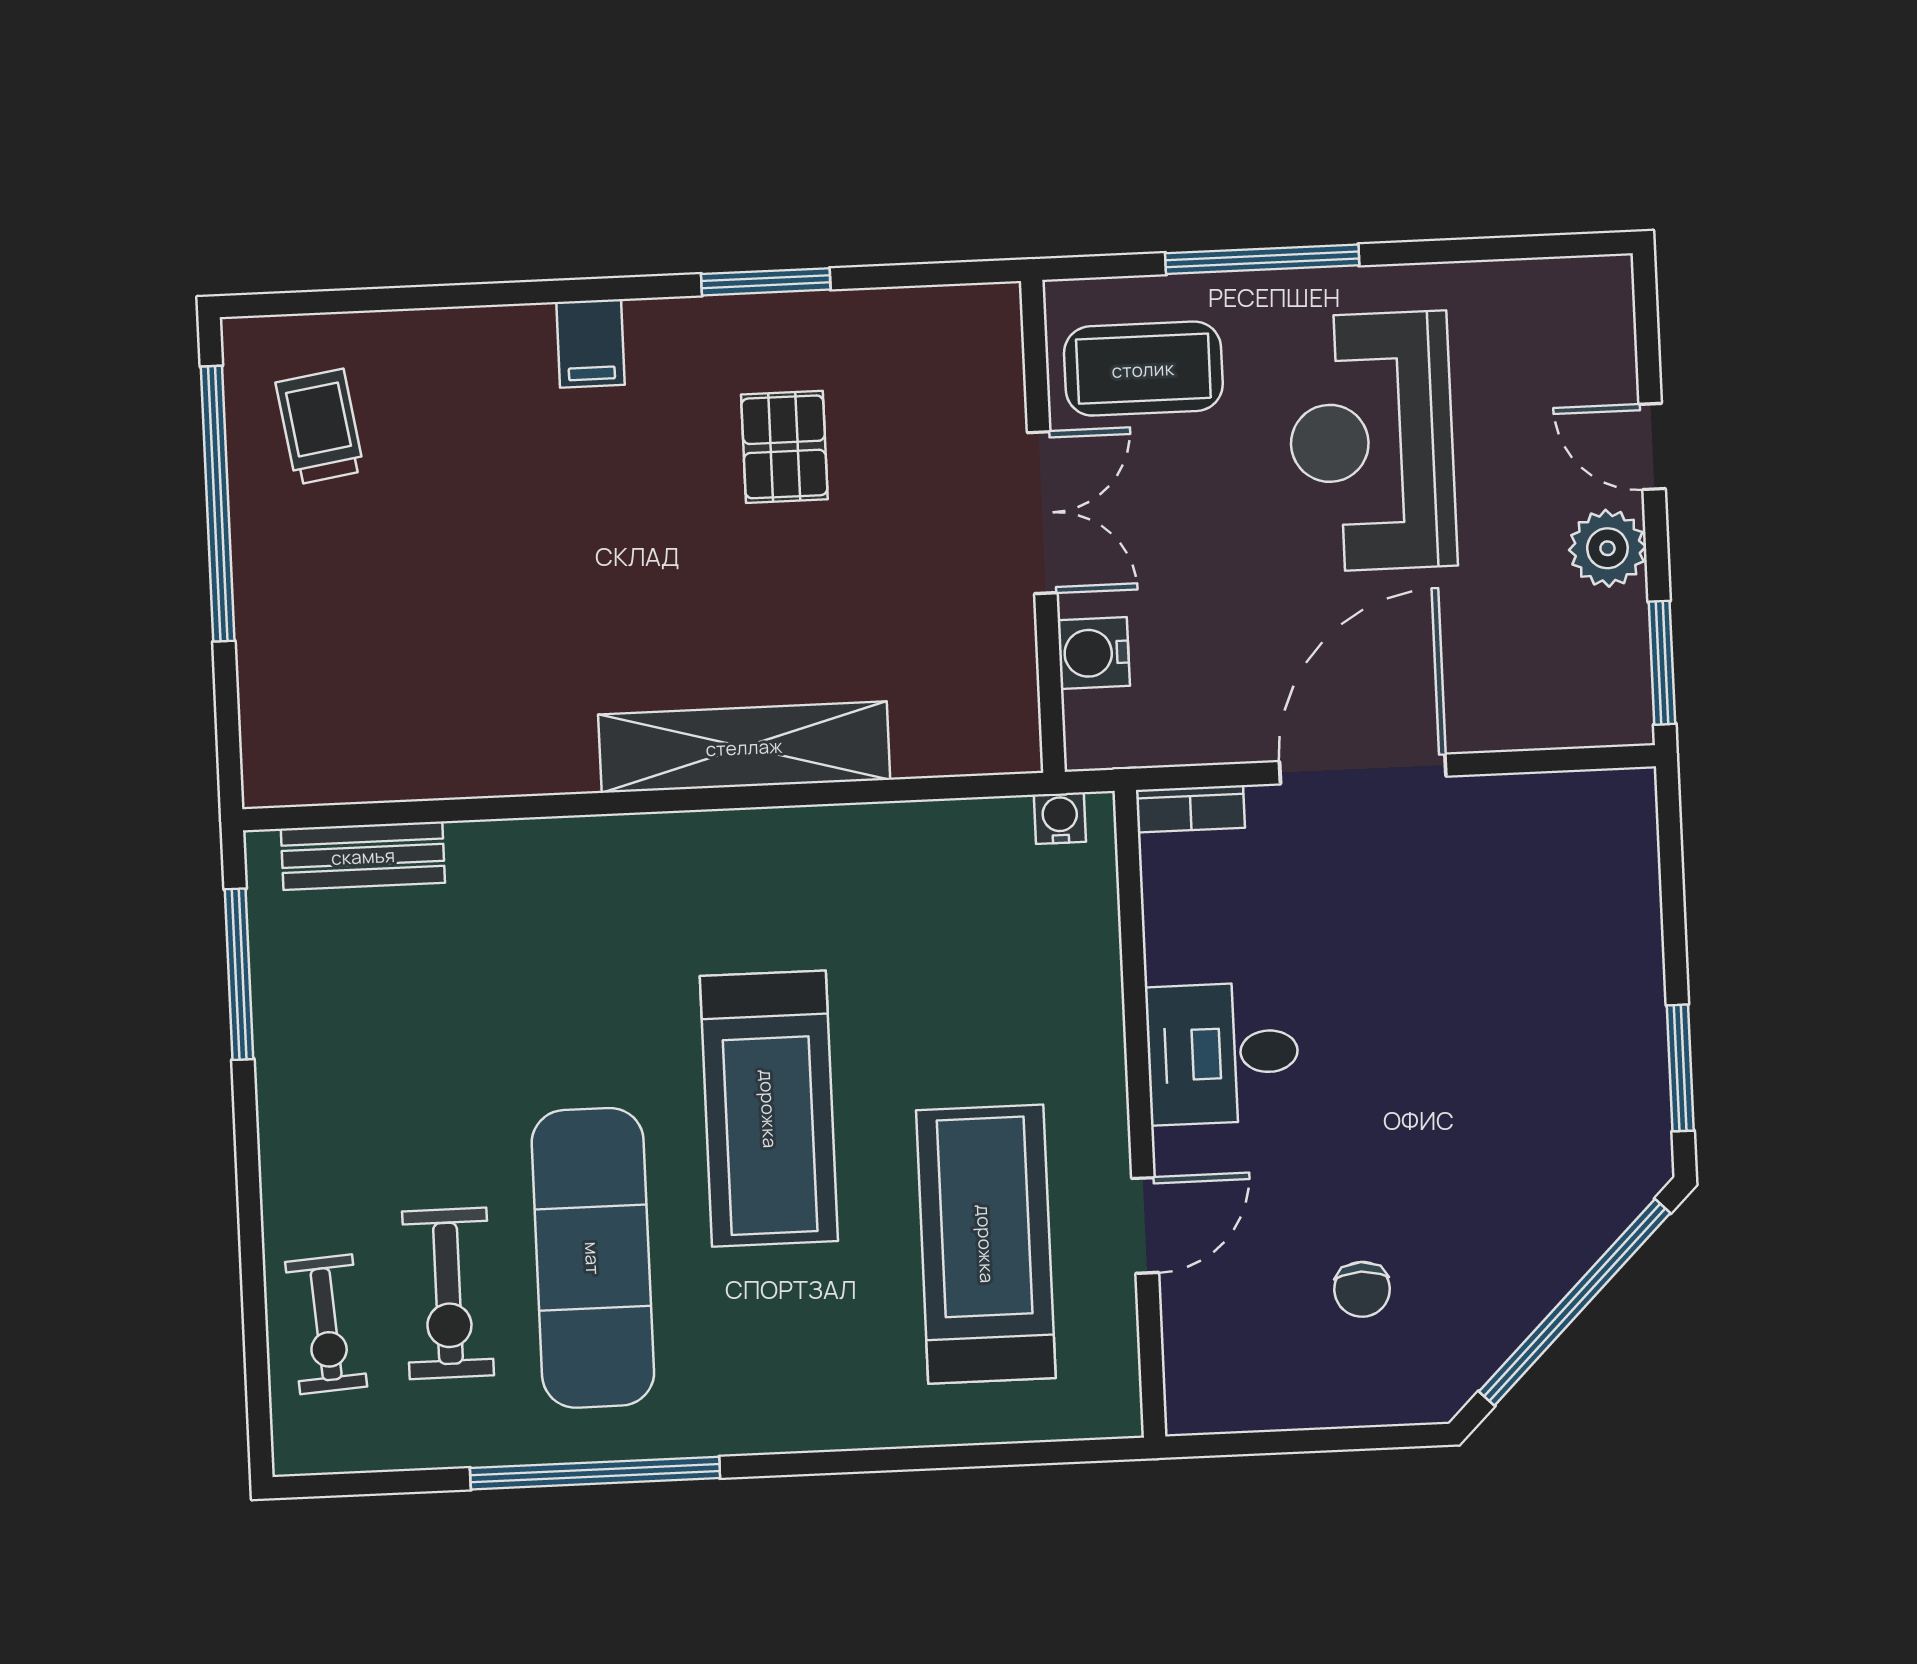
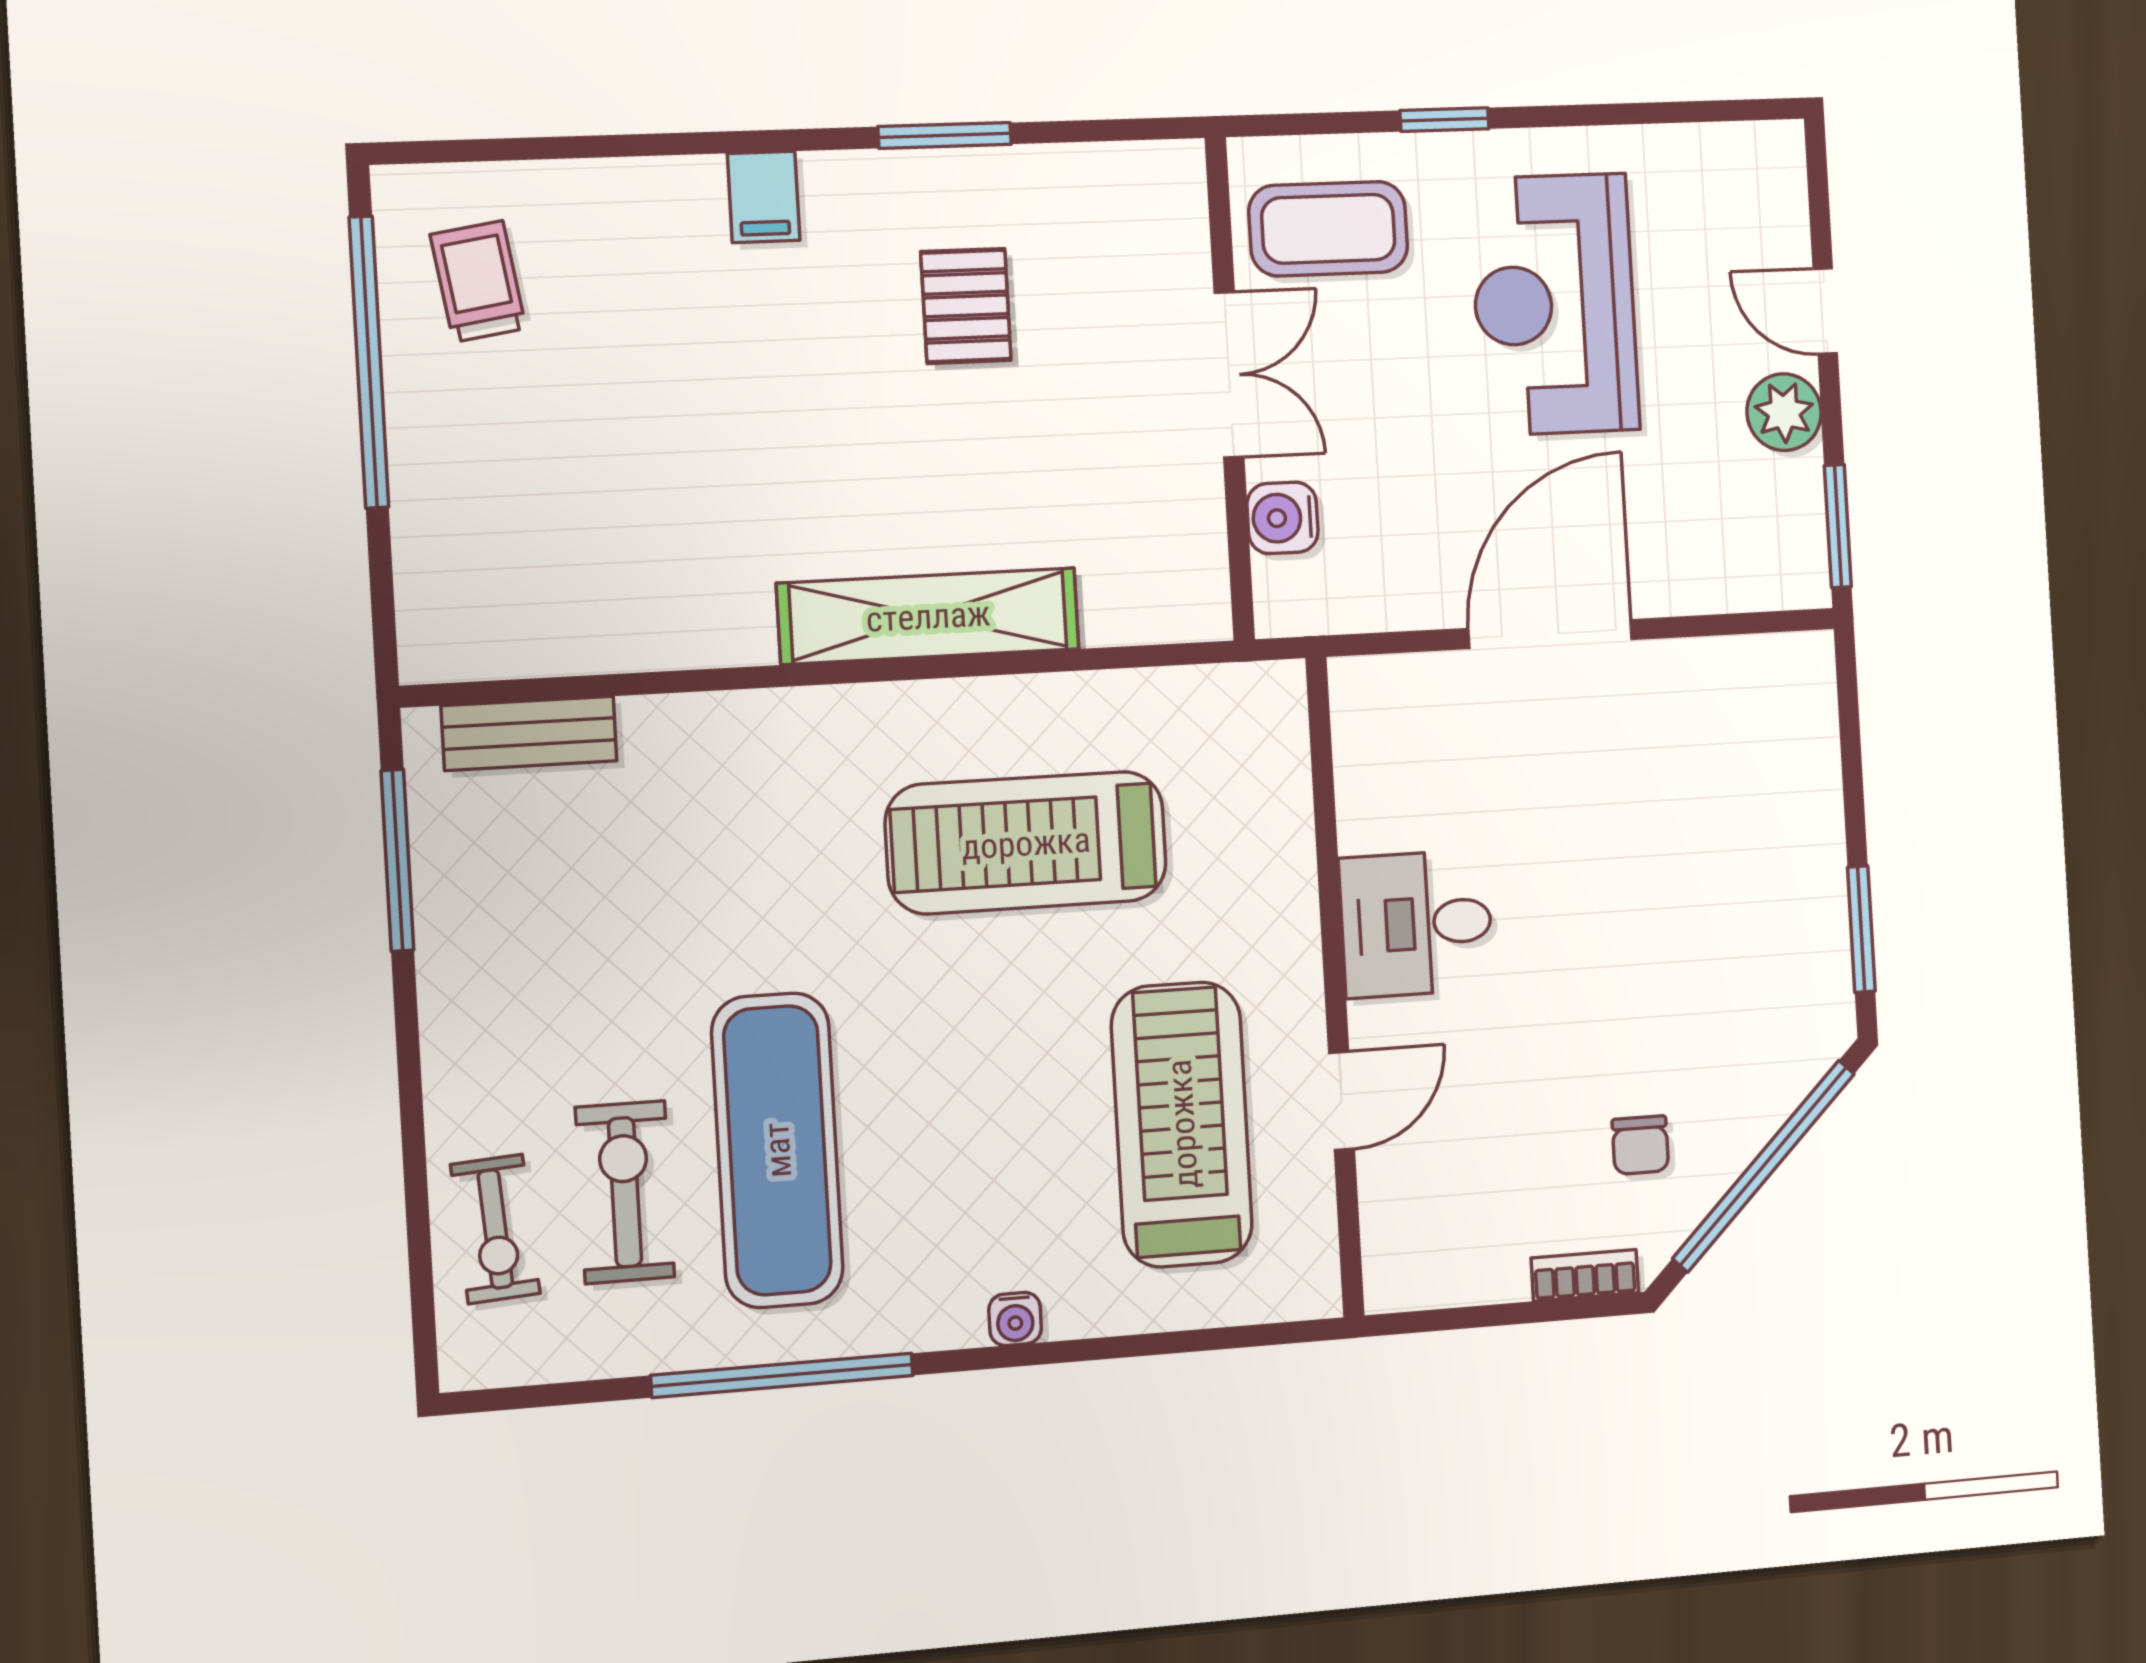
window: (1262, 259) -> (1445, 120), width x0.46
bookcase: (1190, 809) -> (1585, 1275), moved, turned 180
water cooler: (1060, 818) -> (1015, 1319), moved, turned 180
treadmill: (769, 1109) -> (1026, 843), moved, turned 90
chair: (1362, 1289) -> (1640, 1145), moved
exercise bike: (448, 1293) -> (625, 1192), turned 180

